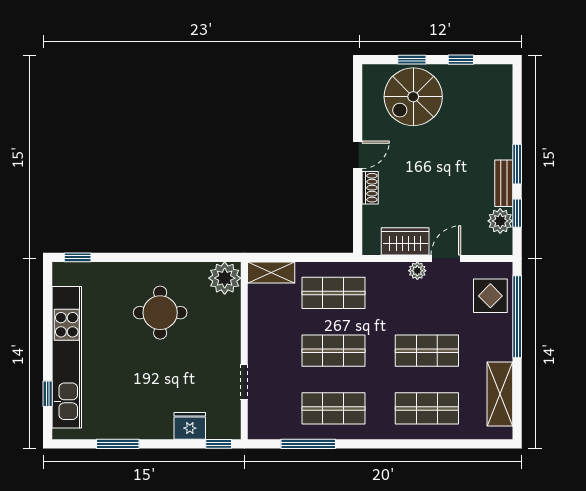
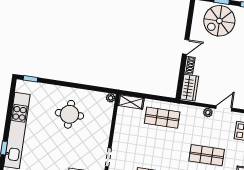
wardrobe: (405, 241) -> (189, 88), moved, turned 90
plant: (225, 278) -> (111, 98), width x0.53, depth x0.53
shop shelf: (333, 351) -> (158, 148), removed

